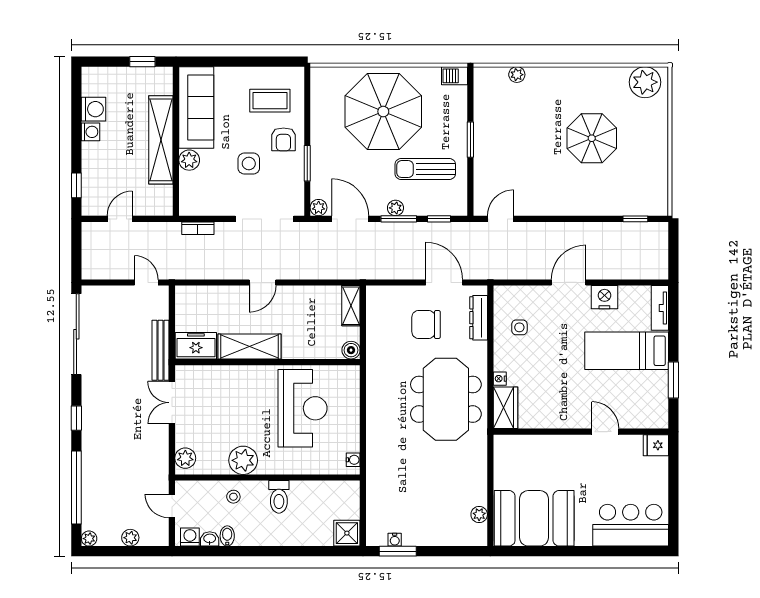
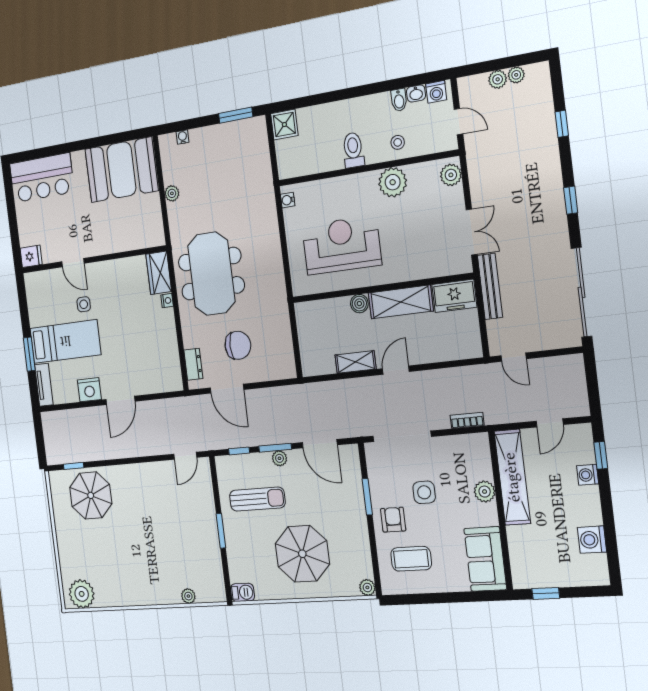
sofa: (196, 107) -> (485, 559), width x0.73
parasol: (383, 112) -> (302, 554), width x0.73, depth x0.73
washing machine: (90, 132) -> (588, 475), moved
parasol: (592, 138) -> (91, 495), moved
shelving: (161, 140) -> (512, 477), moved
plant: (319, 208) -> (367, 587), moved
shelving: (351, 306) -> (356, 362), moved, turned 90
dresser: (479, 318) -> (193, 364), width x0.70
side table: (519, 327) -> (84, 304), moved
boiler: (351, 350) -> (359, 304), moved
window: (673, 380) -> (29, 354), moved
reception desk: (302, 408) -> (342, 245), turned 90
window: (76, 487) -> (562, 124), width x0.32
plant: (479, 515) -> (172, 193), moved
plant: (89, 539) -> (516, 75), moved
water cooler: (395, 540) -> (183, 137), moved

